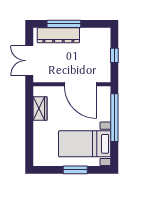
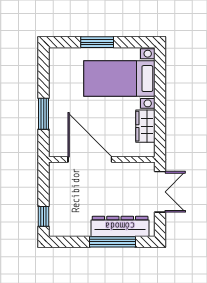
window: (114, 55) -> (44, 216), moved
window: (114, 118) -> (44, 114), width x0.47
bed with nightstands: (85, 144) -> (119, 79), moved, turned 180

